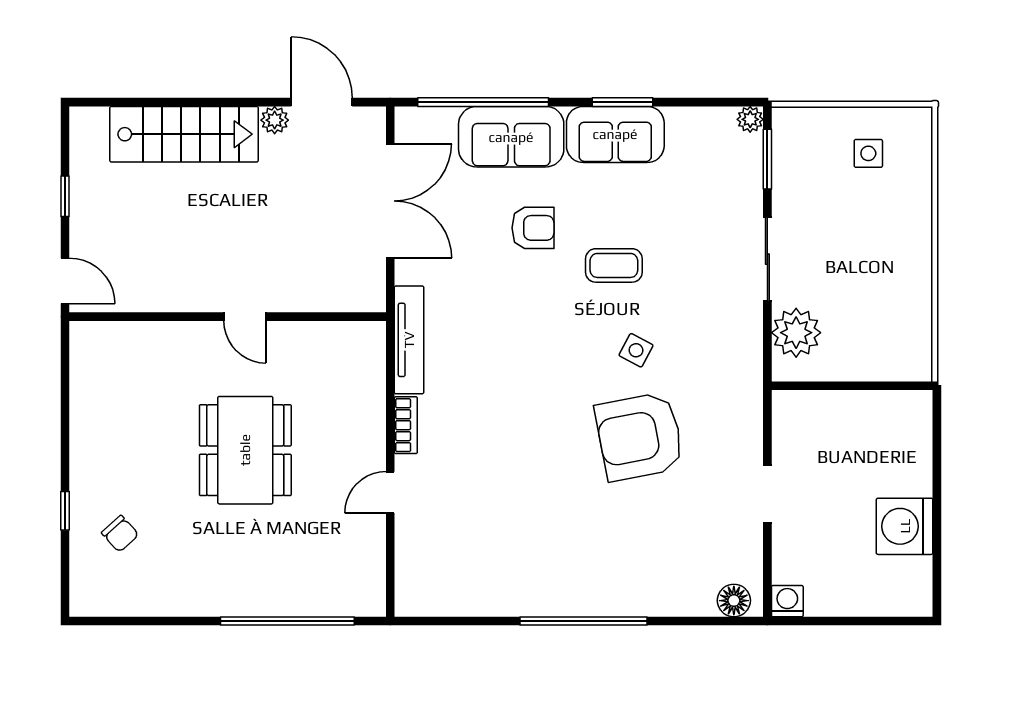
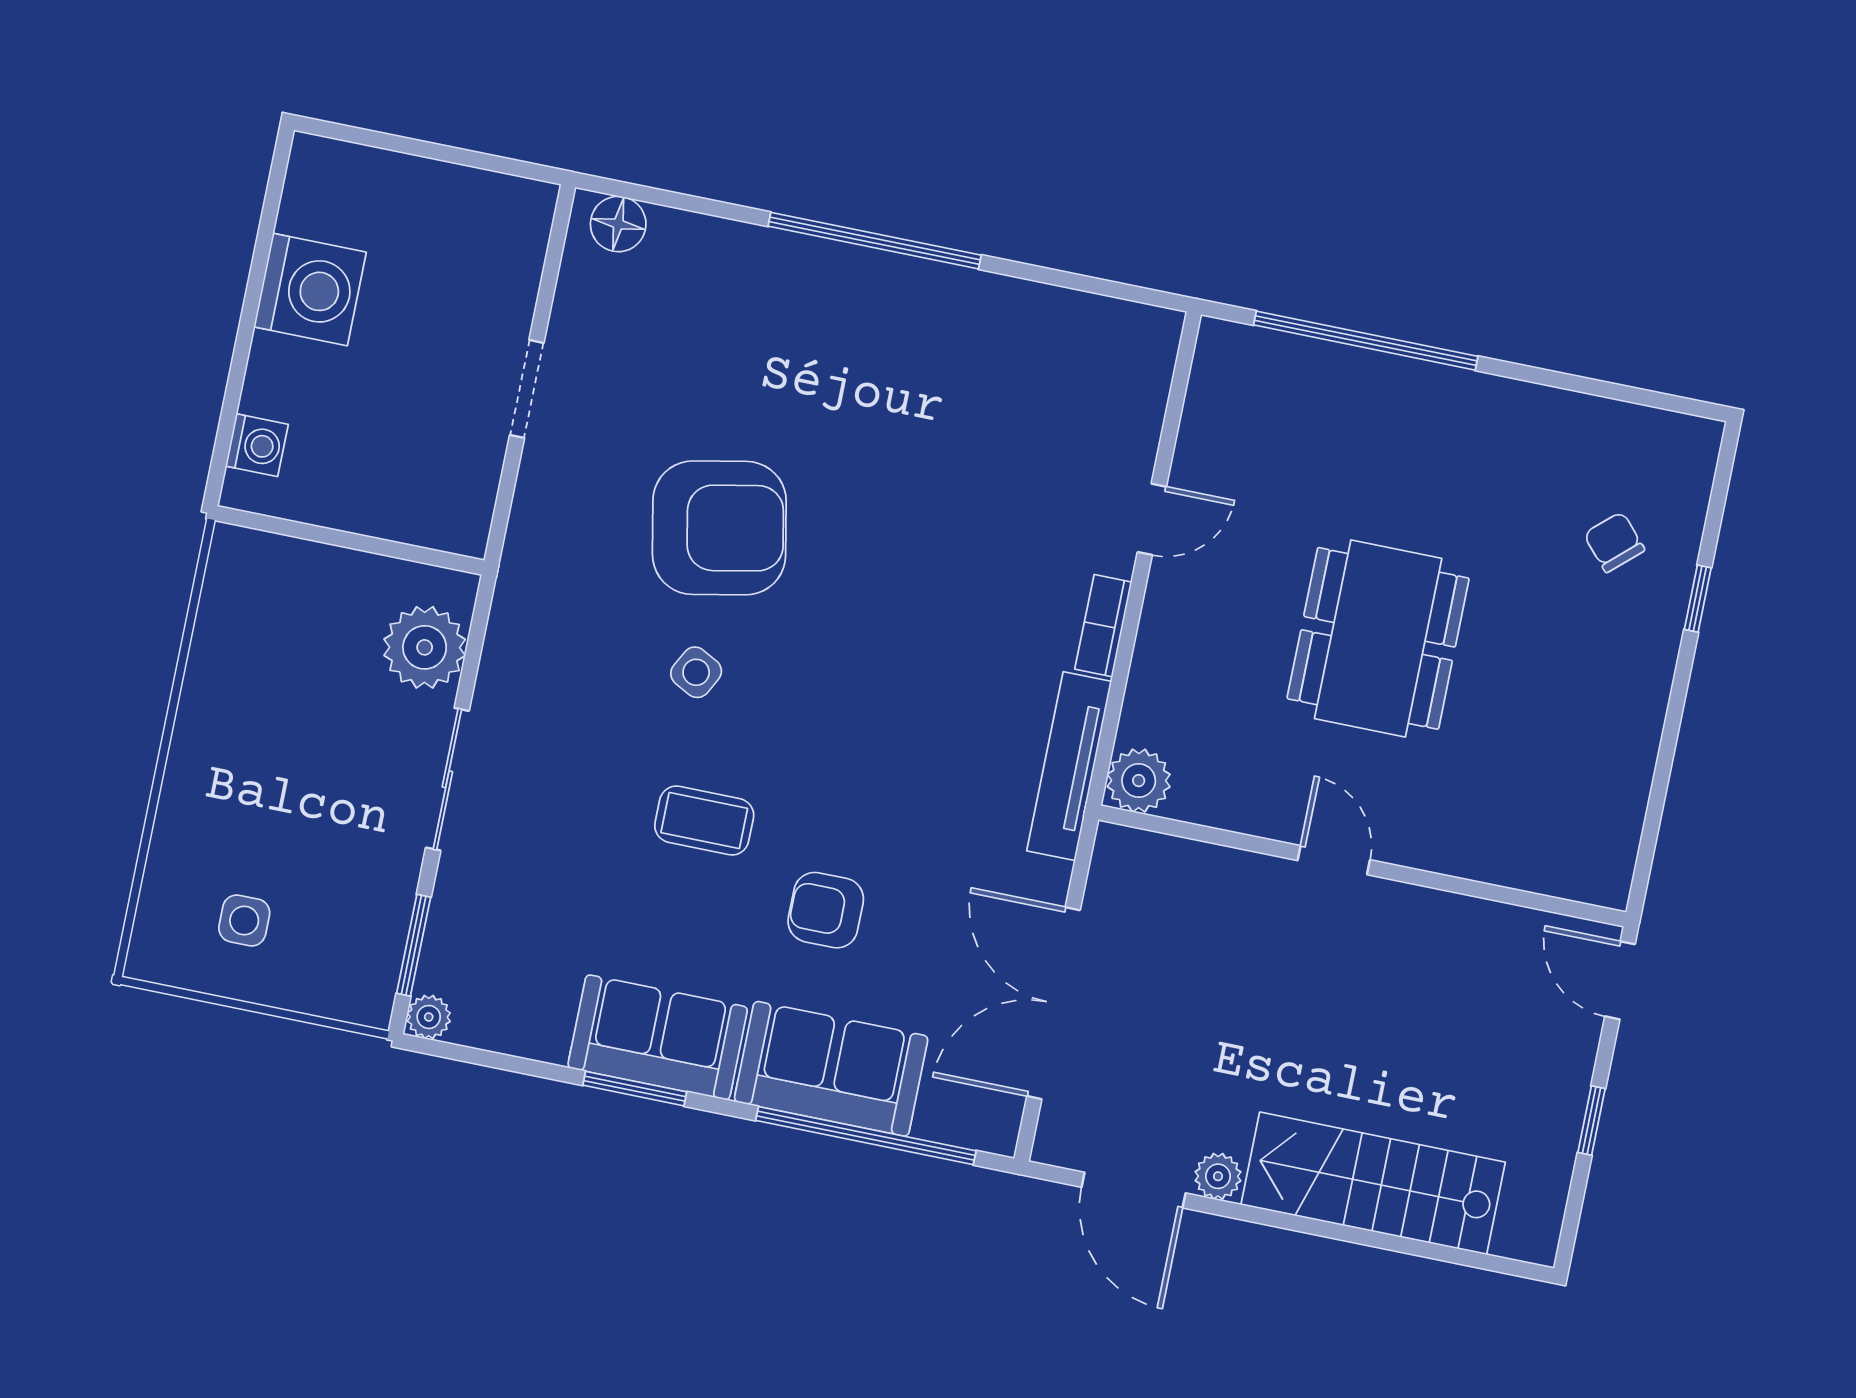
plant: (367, 340) -> (1139, 781), added
washing machine: (787, 601) -> (257, 445), moved, turned -90

